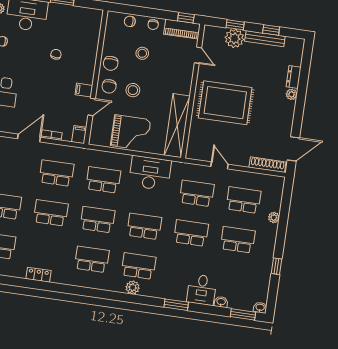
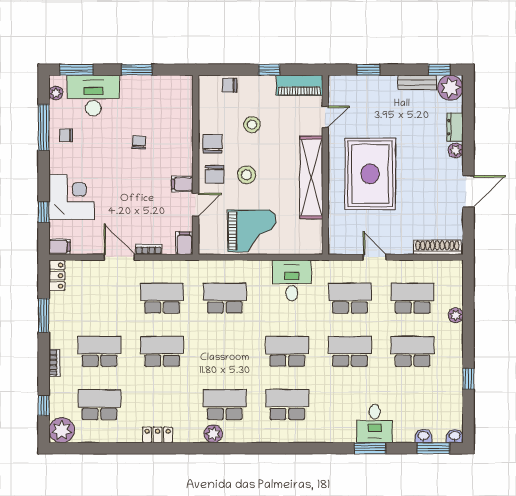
window: (186, 18) -> (269, 70), moved
chair: (153, 25) -> (261, 85), removed
window: (271, 30) -> (439, 70), moved
plant: (234, 38) -> (450, 88), moved
bench: (265, 39) -> (417, 82), width x0.73
door: (198, 55) -> (325, 117), hinge flipped
chair: (111, 63) -> (212, 144), turned 180
rug: (225, 103) -> (370, 174), turned 90
shelving: (177, 126) -> (311, 177), moved
door: (29, 138) -> (119, 257), hinge flipped
door: (293, 149) -> (468, 191), moved
desk: (150, 173) -> (292, 280), width x0.73
school desk: (98, 220) -> (225, 351), removed
plant: (133, 287) -> (213, 434), moved
washbasin: (221, 302) -> (423, 436), moved
window: (176, 305) -> (370, 448), moved

